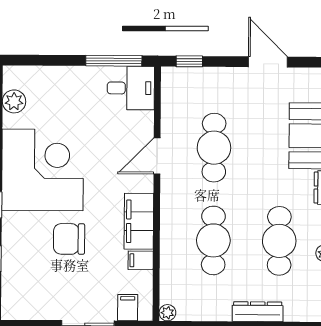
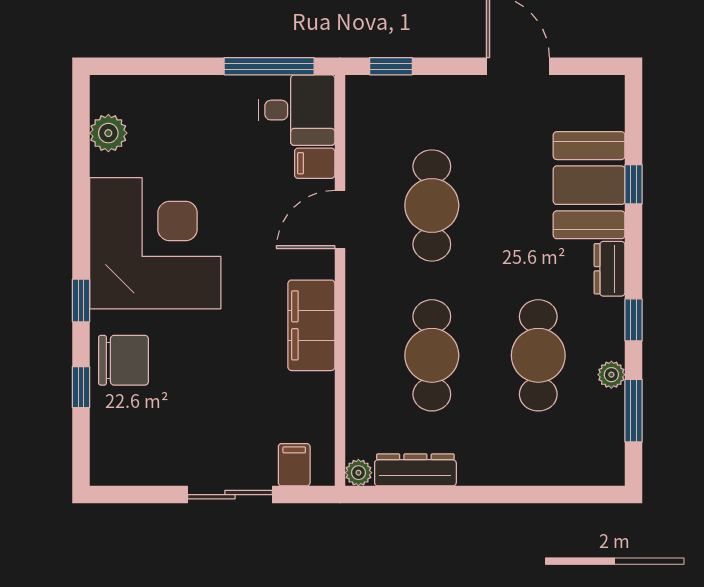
chair: (69, 239) -> (123, 360), moved, turned 180
filing cabinet: (141, 260) -> (315, 163), moved
dresser: (258, 312) -> (415, 470), moved

